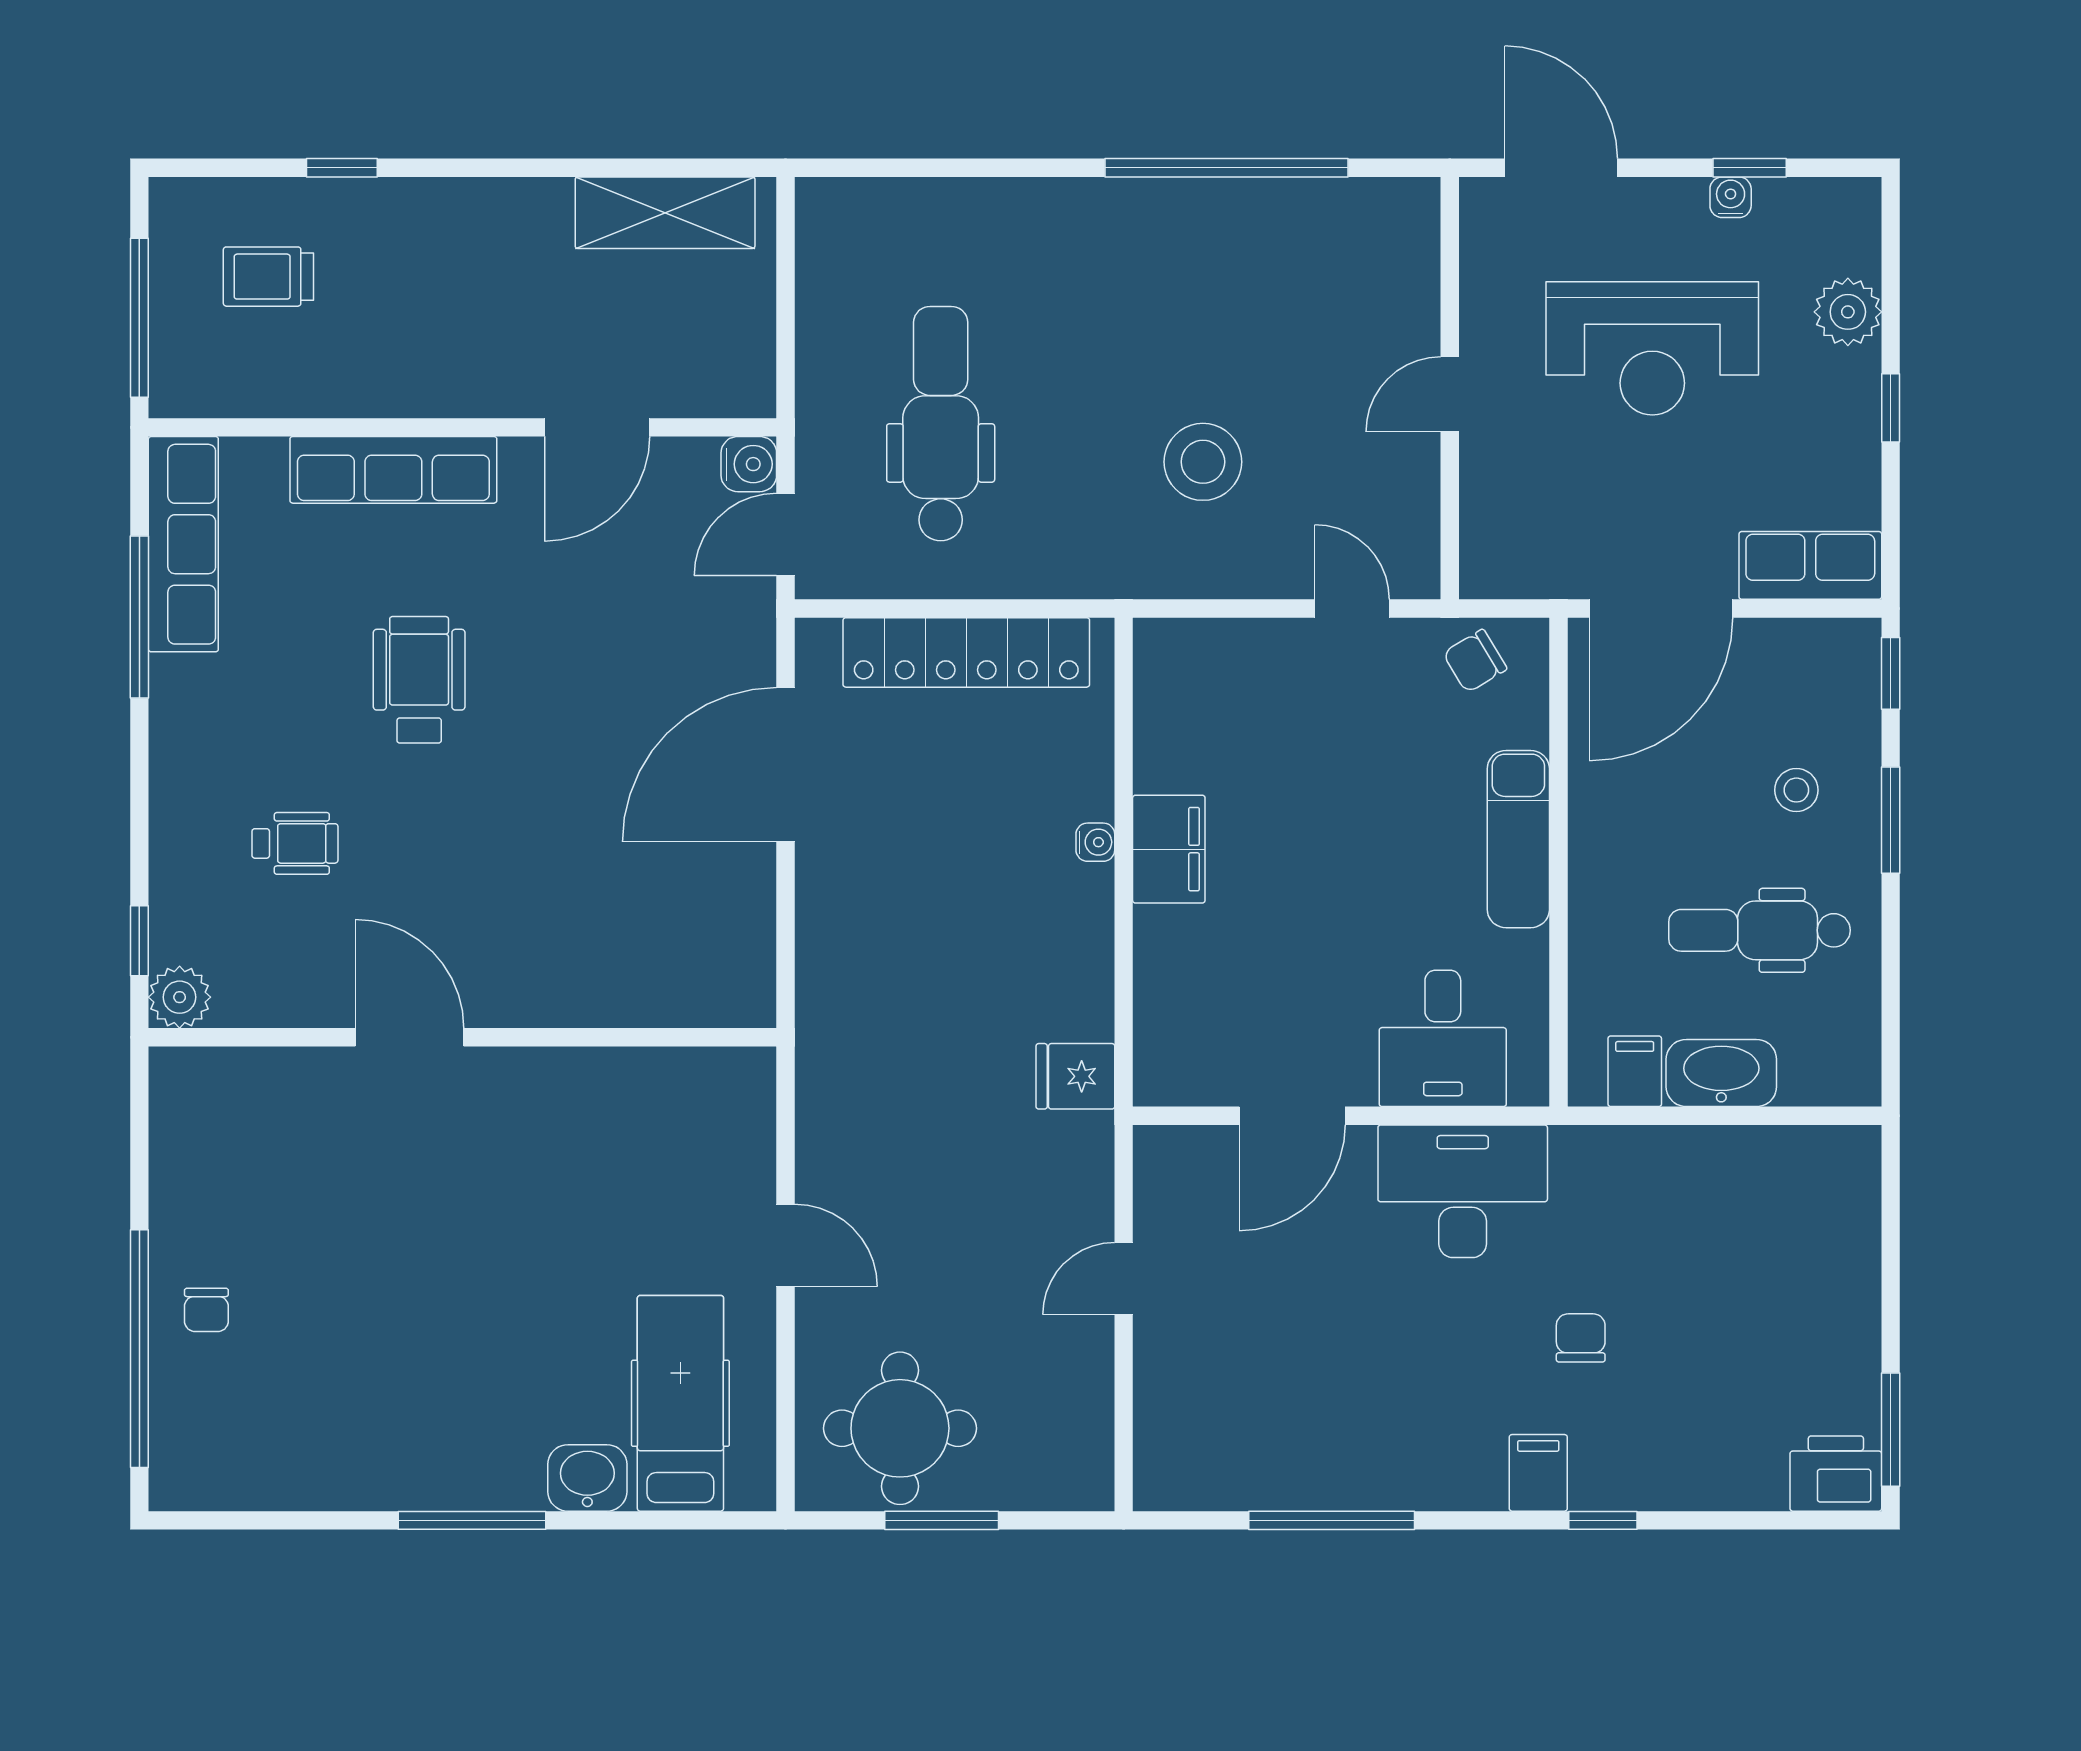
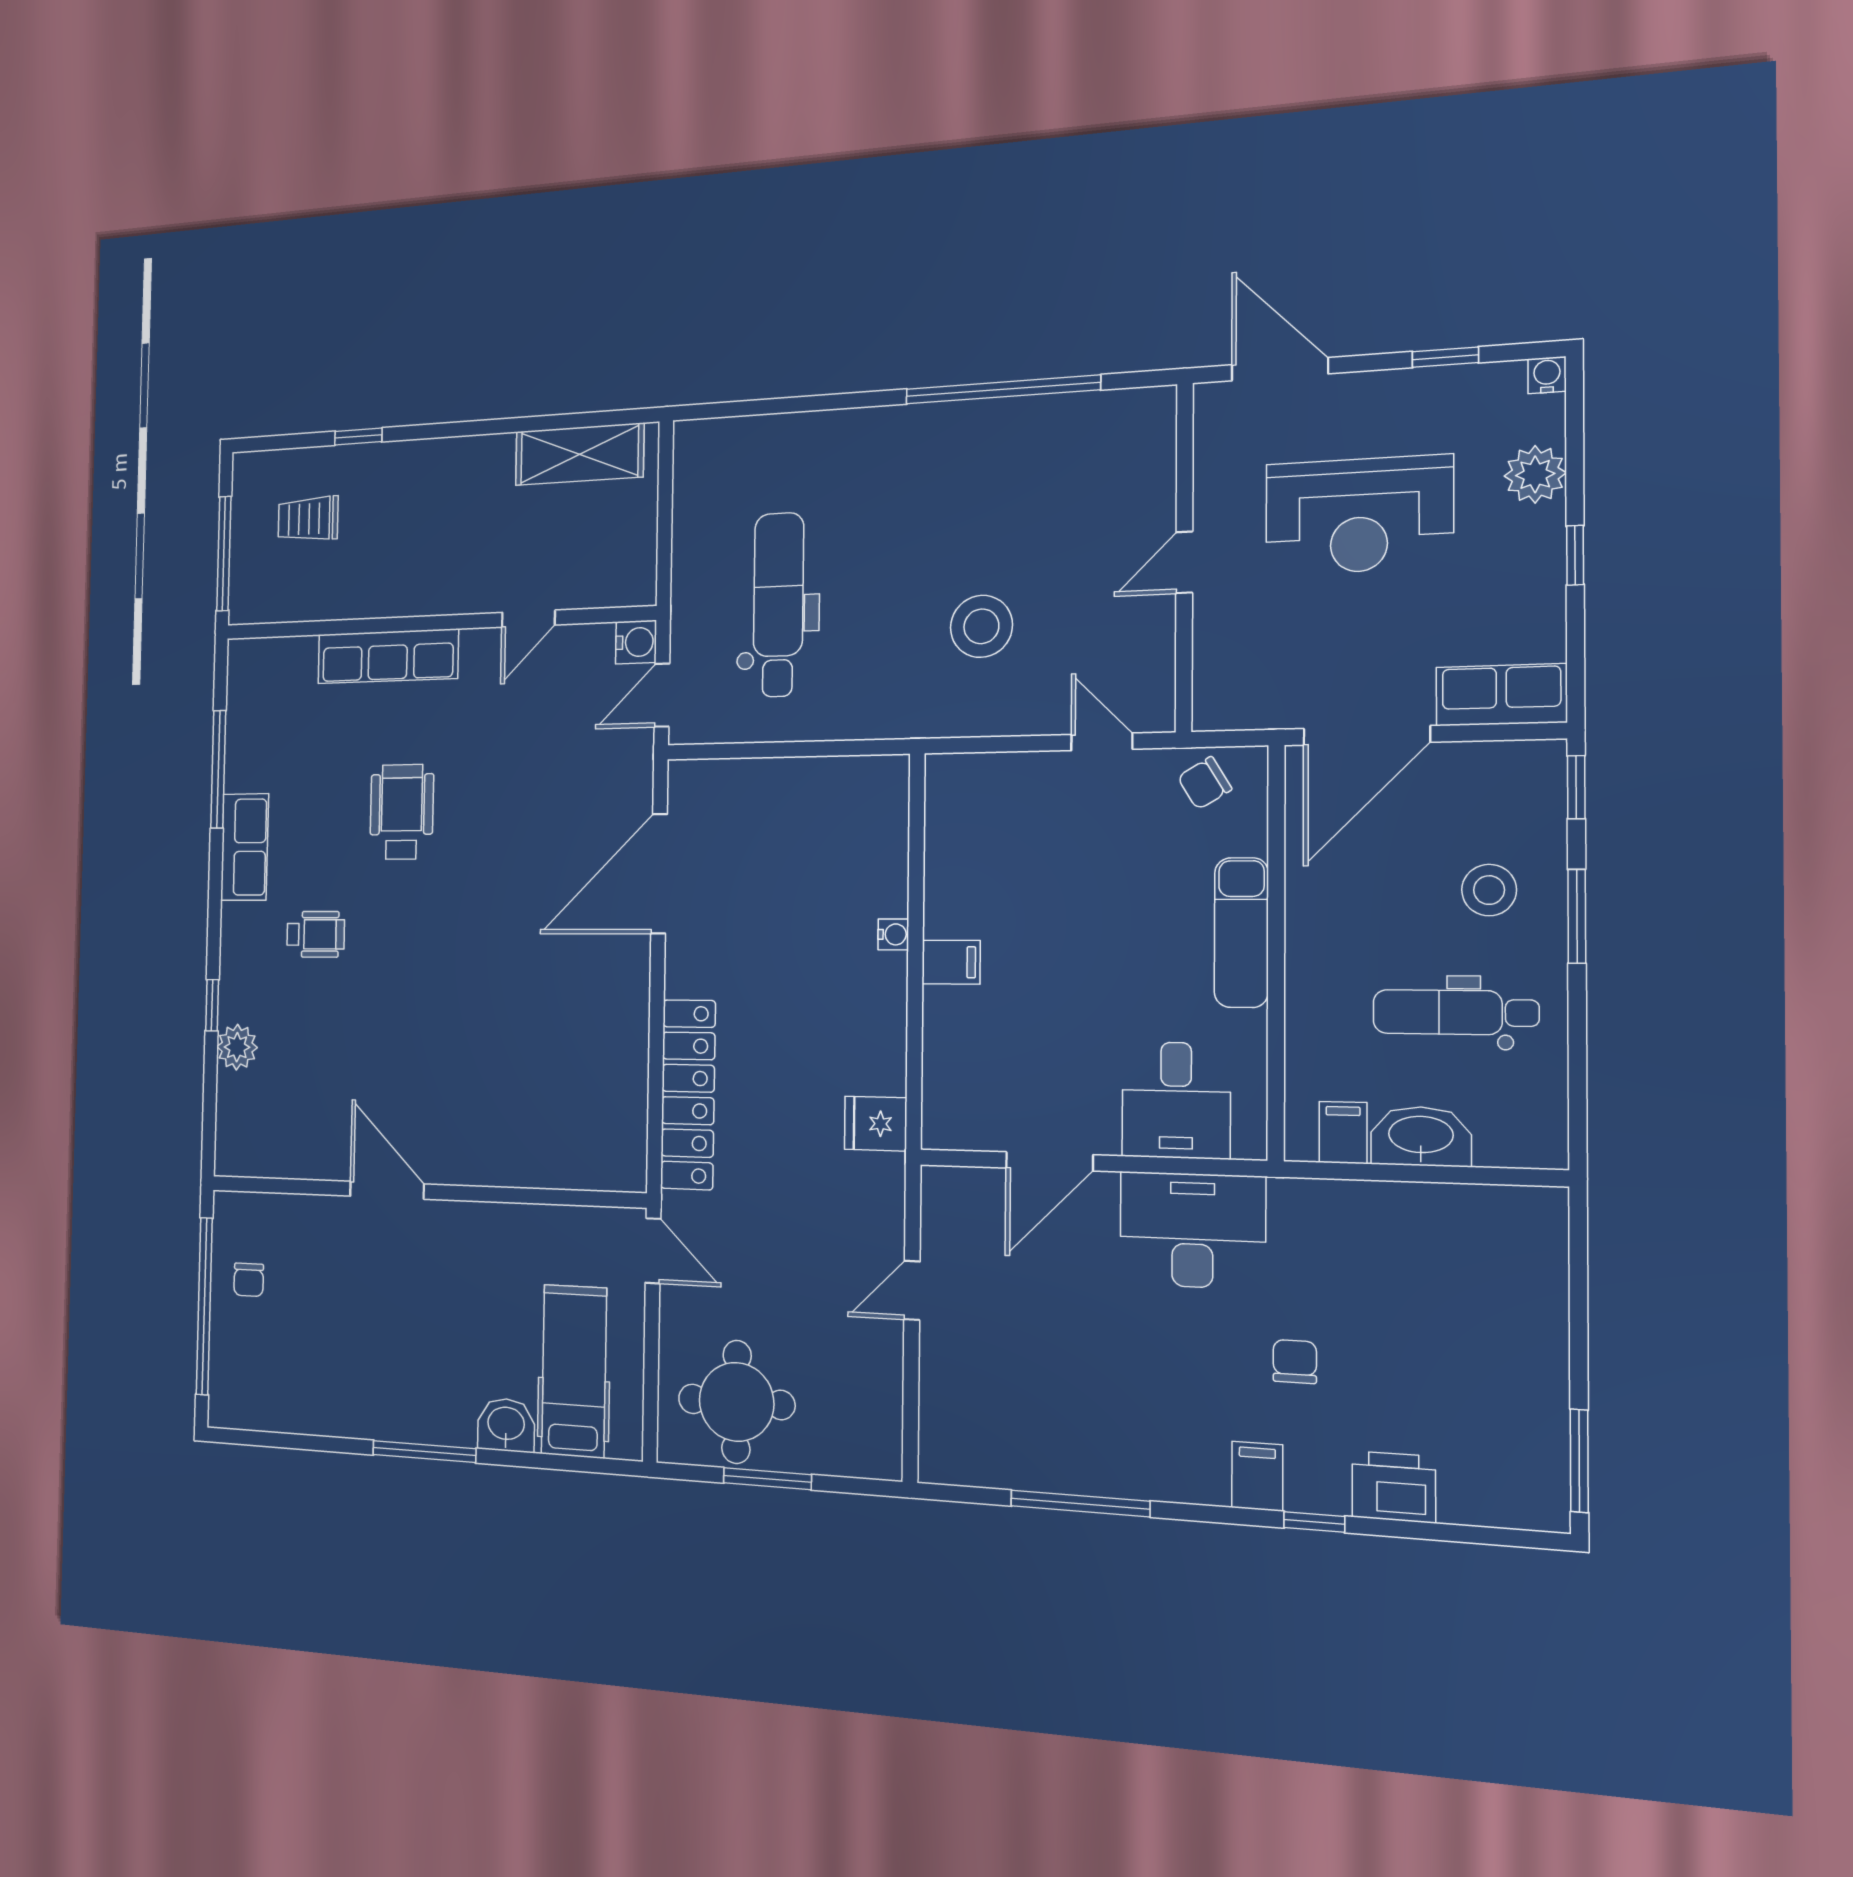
water cooler: (1731, 197) -> (1547, 375), moved
door: (597, 427) -> (528, 619), width x0.73
row of seats: (183, 544) -> (245, 847), moved, width x0.68
locker: (966, 652) -> (688, 1094), moved, turned -90
stool: (1796, 790) -> (1489, 890), width x1.37, depth x1.37
filing cabinet: (1169, 849) -> (951, 962), width x0.50
door: (410, 1037) -> (387, 1190), moved
wall: (462, 1037) -> (423, 1192), moved
printer: (1836, 1474) -> (1394, 1487), moved

